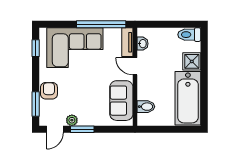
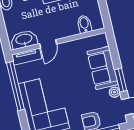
washbasin: (142, 44) -> (24, 40), width x1.91, depth x1.45
sofa: (121, 101) -> (103, 68), moved, turned 90

